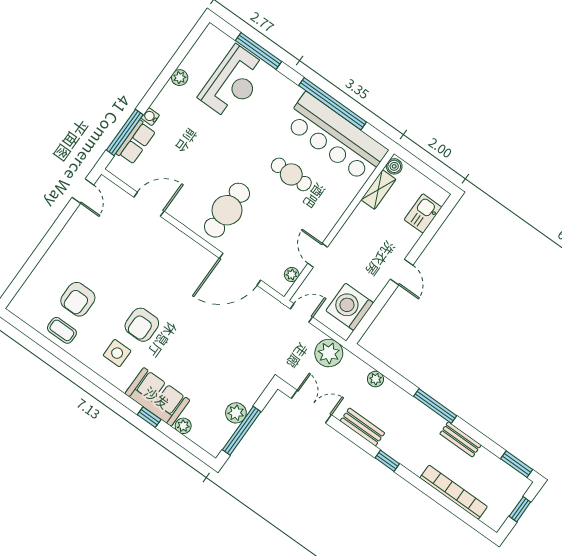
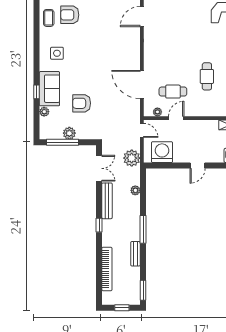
door: (149, 204) -> (142, 16), swing flipped
cafe table: (227, 210) -> (173, 92), moved, width x0.73, depth x0.74
armchair: (142, 325) -> (82, 103), moved
bench: (362, 427) -> (107, 201), width x1.36

